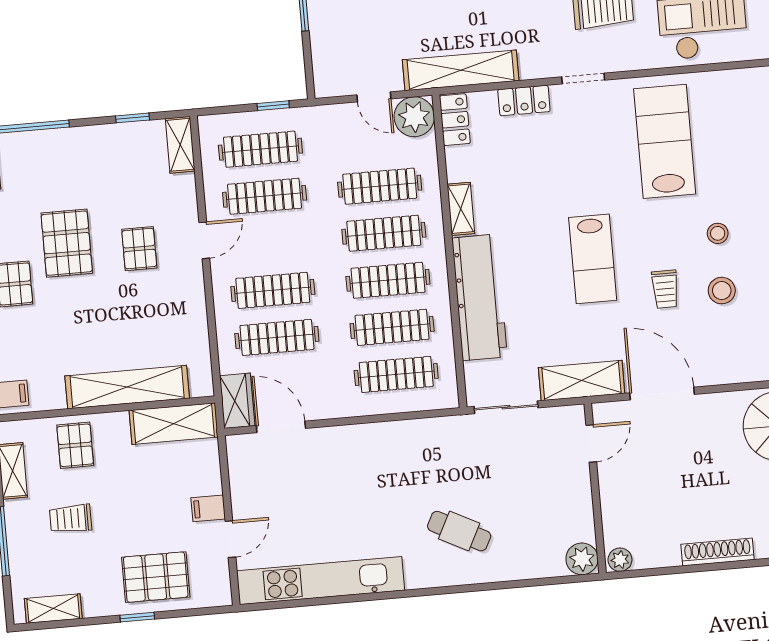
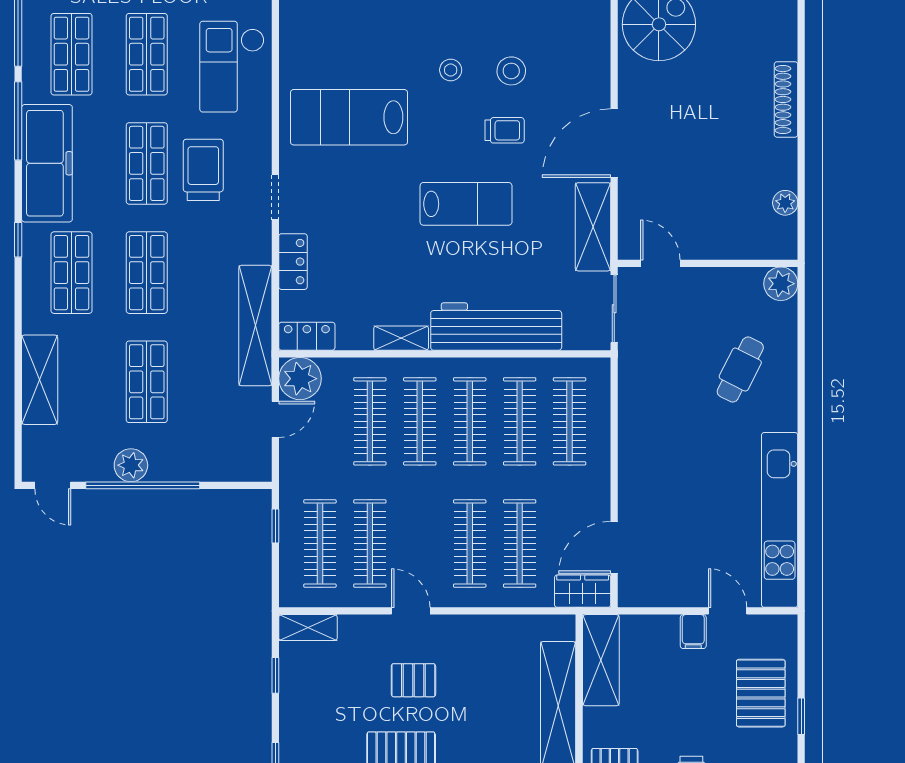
door: (591, 444) -> (660, 263), moved
wall: (595, 488) -> (708, 263), moved
plant: (582, 559) -> (781, 284), moved

